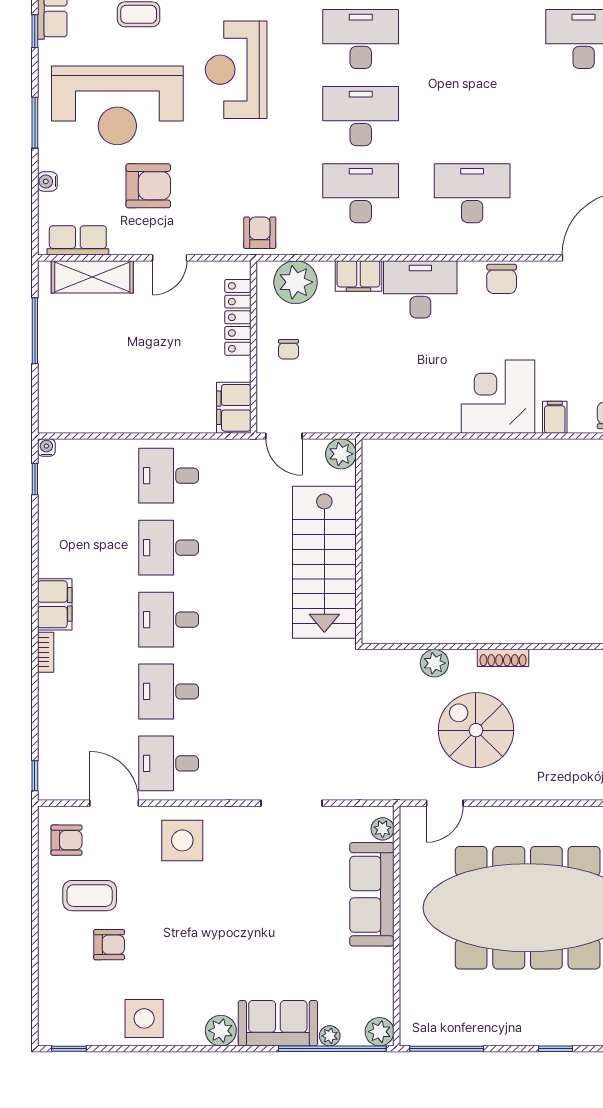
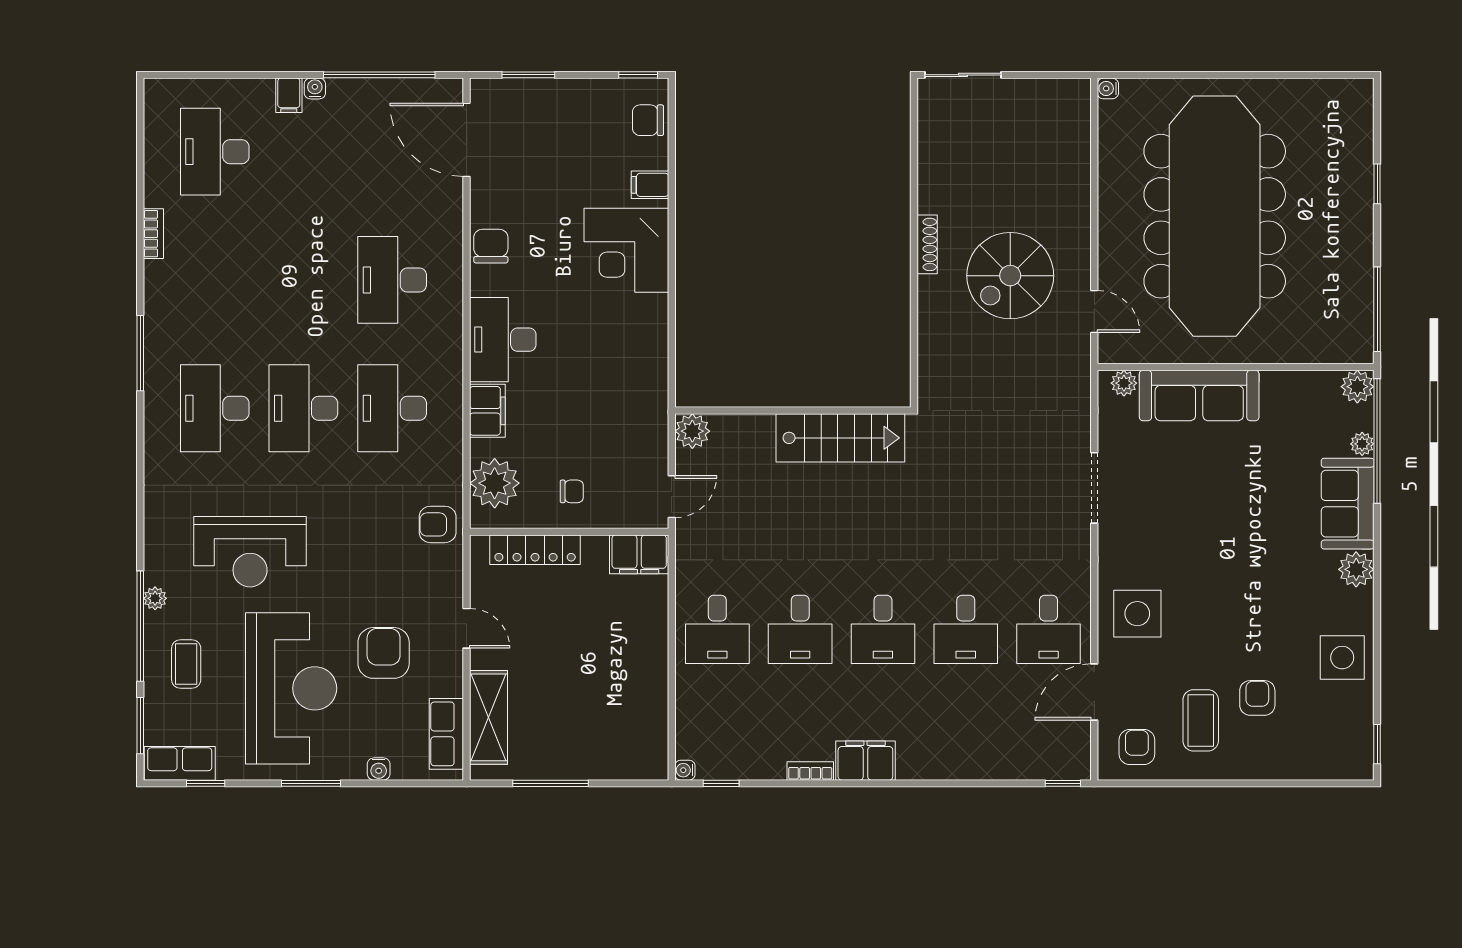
chair: (502, 279) -> (491, 246), turned -90
stairs: (324, 562) -> (840, 438), width x0.73, depth x0.66
bookcase: (46, 652) -> (810, 771), moved
plant: (434, 663) -> (933, 323), removed

